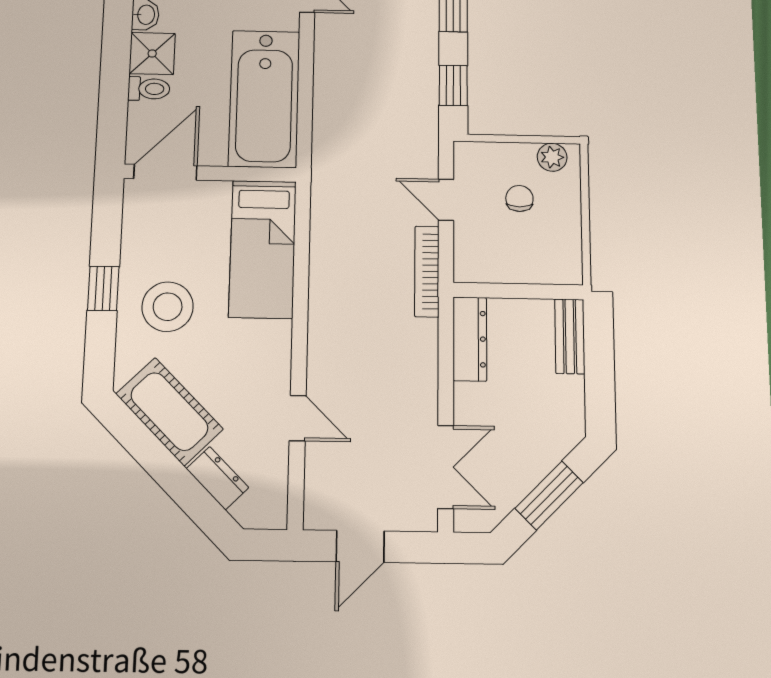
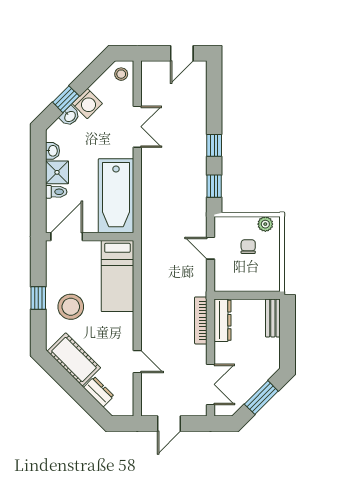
bookcase: (427, 271) -> (201, 320), moved

